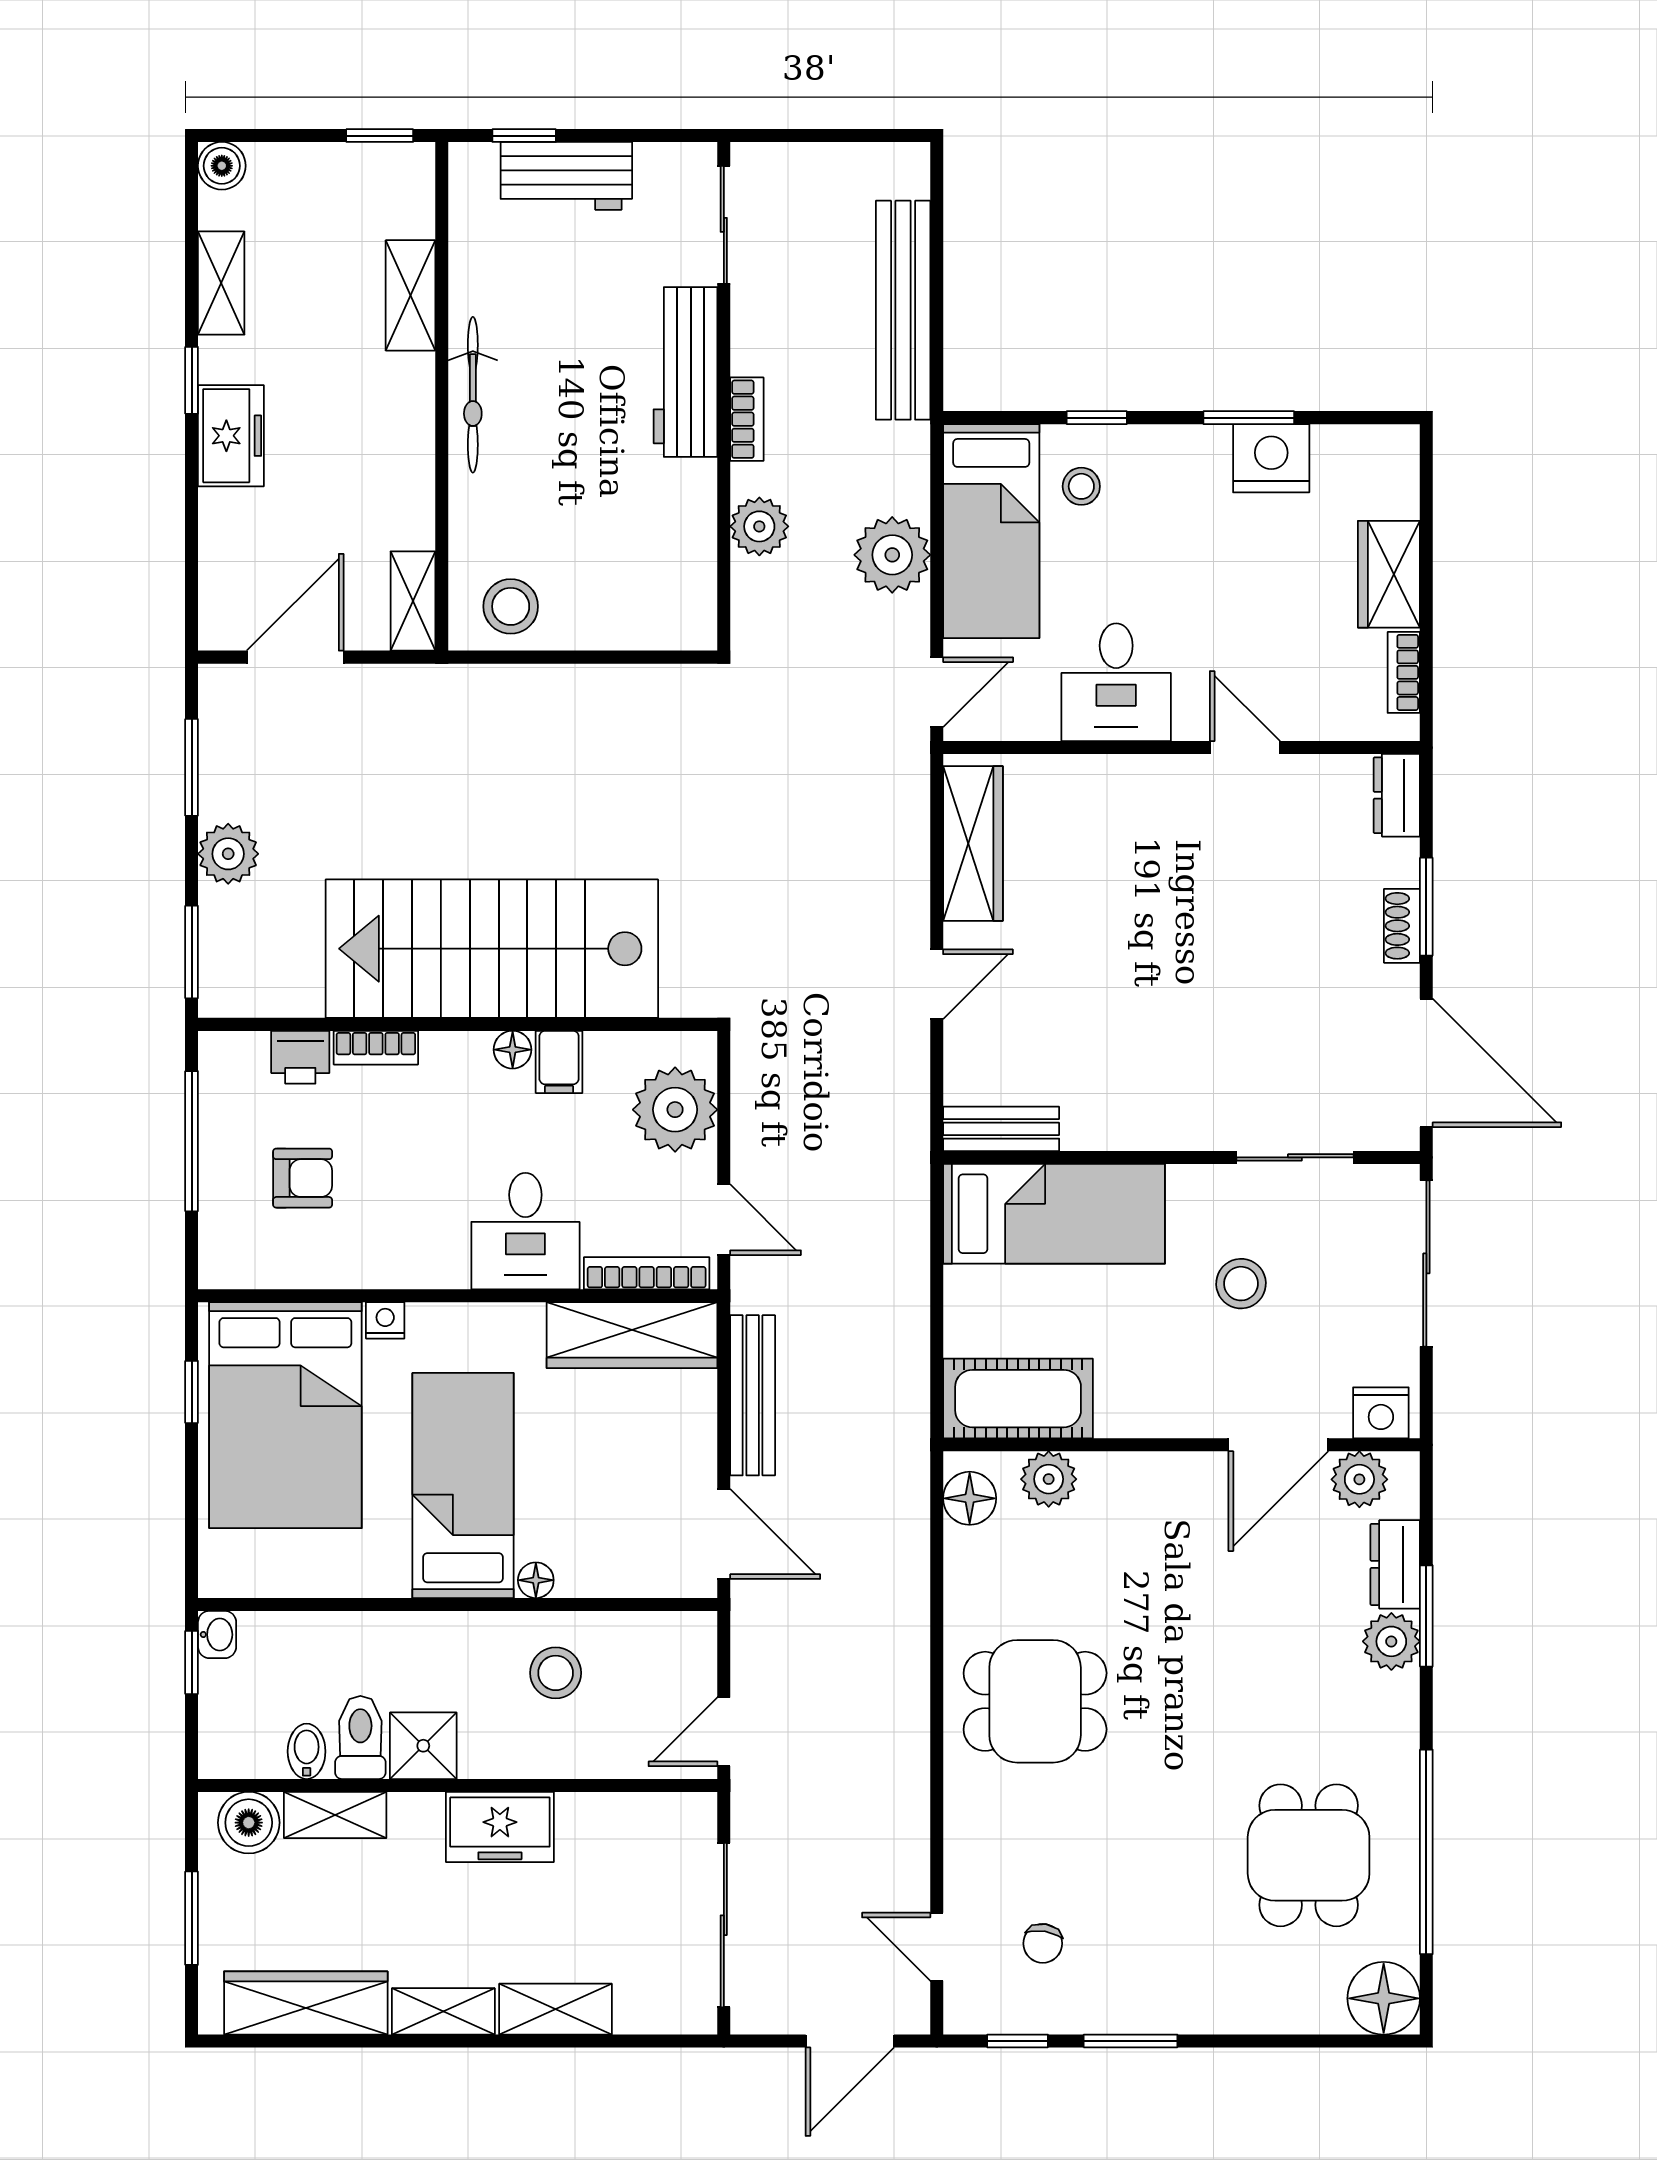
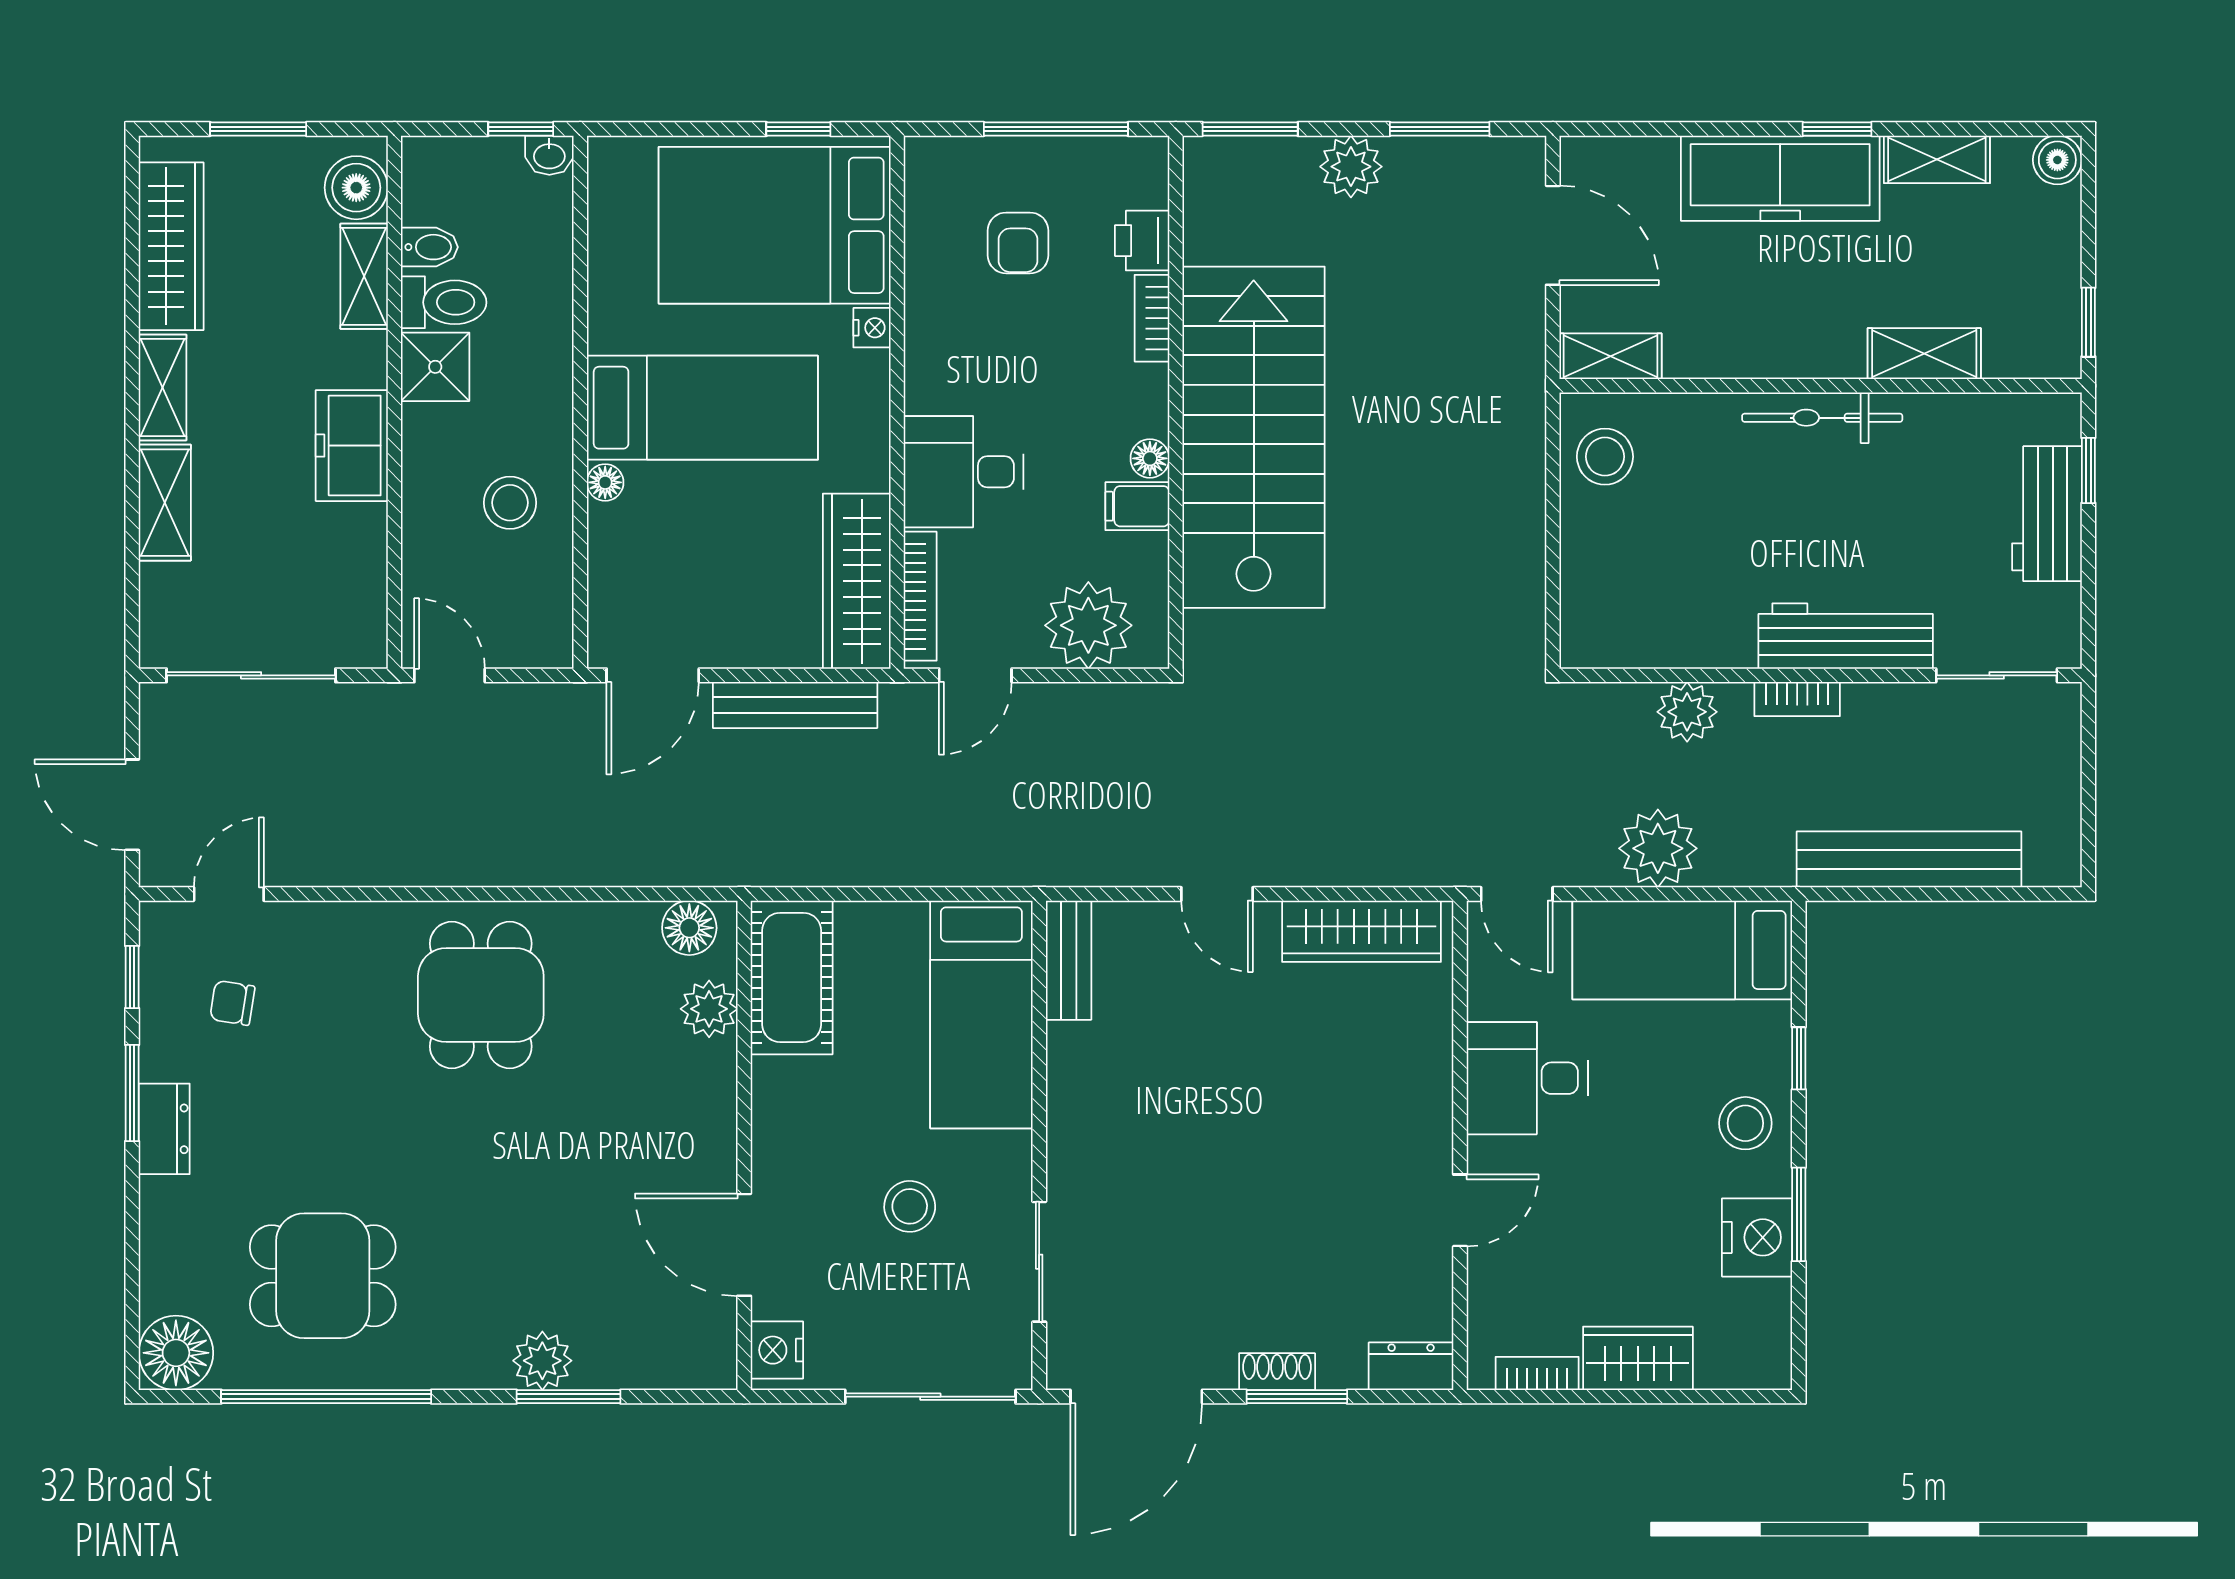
freezer: (231, 436) -> (1780, 178), width x1.91, depth x1.26
stool: (1081, 486) -> (1745, 1123), moved, width x1.37, depth x1.37
plant: (1359, 1479) -> (709, 1328), removed
dresser: (1395, 1564) -> (164, 1129), moved, turned 90

